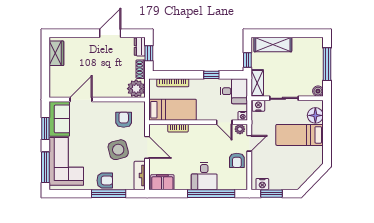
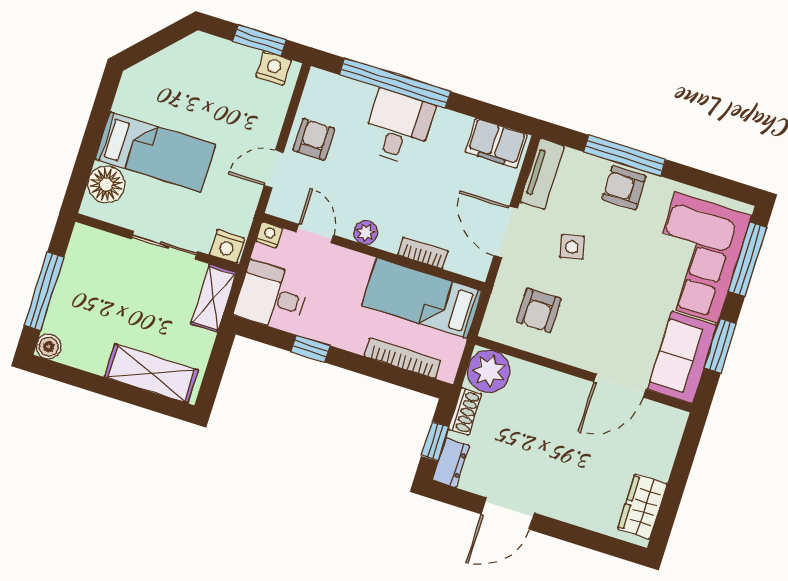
window: (247, 60) -> (219, 356), removed
boiler: (318, 91) -> (49, 347), moved
plant: (240, 129) -> (366, 233), moved
side table: (118, 150) -> (572, 247), width x0.54, depth x0.54

